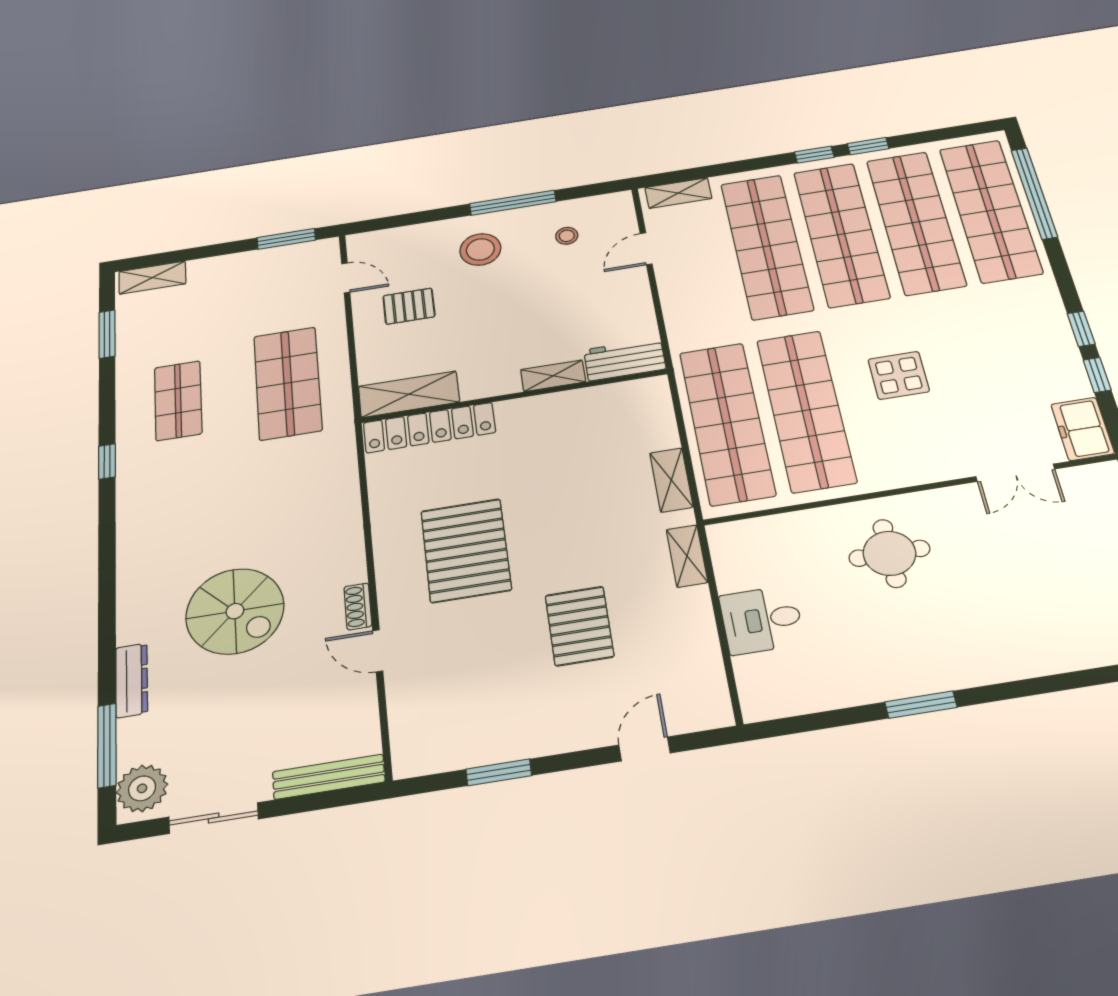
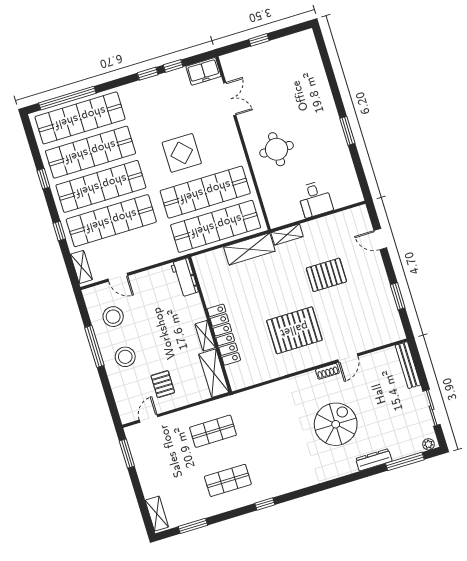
window: (814, 155) -> (59, 231), moved
stool: (567, 236) -> (113, 317), width x1.89, depth x1.89
display table: (899, 375) -> (182, 153), width x1.36, depth x1.36
shelving: (553, 376) -> (205, 336), moved
shop shelf: (288, 383) -> (213, 431), width x0.70, depth x0.74
locker: (429, 428) -> (224, 335), moved
shelving: (671, 480) -> (249, 249), width x1.50, depth x1.33
plant: (142, 788) -> (428, 444), width x0.53, depth x0.53

